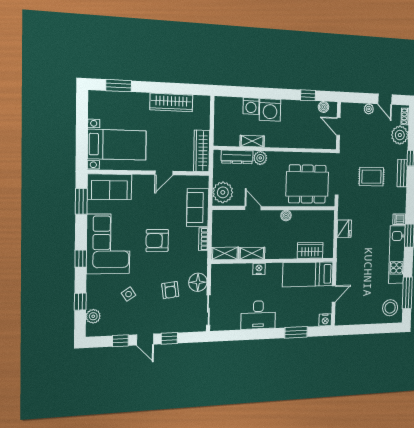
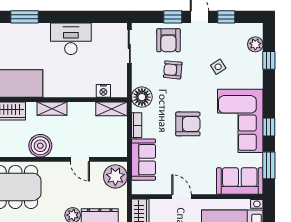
door: (164, 173) -> (182, 197), hinge flipped
boiler: (286, 216) -> (40, 146), width x1.86, depth x1.86
shelving: (252, 253) -> (52, 109), moved
window: (81, 259) -> (269, 127), moved
nightstand: (259, 269) -> (103, 91), moved
floor lamp: (198, 282) -> (142, 97), moved
armchair: (170, 290) -> (173, 70), turned -78
armchair: (174, 317) -> (168, 40), added

